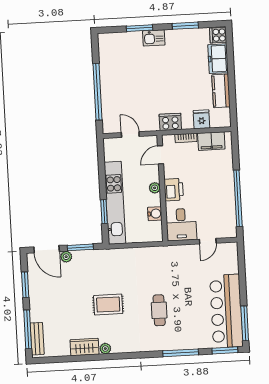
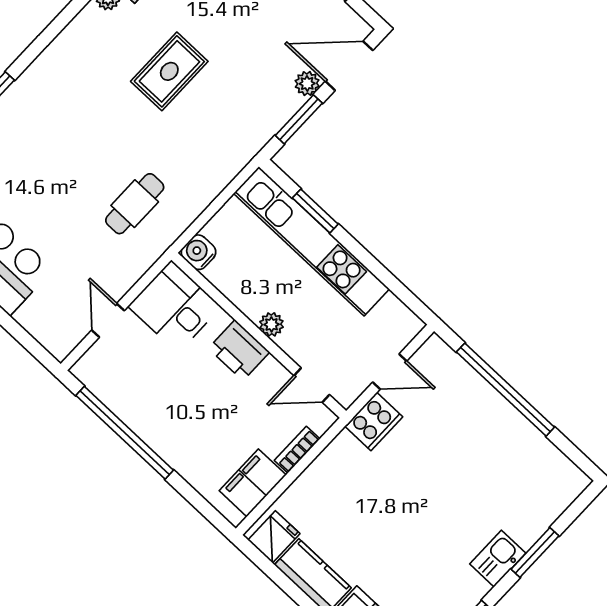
fridge: (201, 119) -> (274, 537), moved, turned -90
cooker: (170, 122) -> (374, 422), moved
door: (161, 155) -> (312, 385), swing flipped
water cooler: (155, 214) -> (198, 252), moved, turned 90
cafe table: (159, 310) -> (135, 204), moved, turned 90

